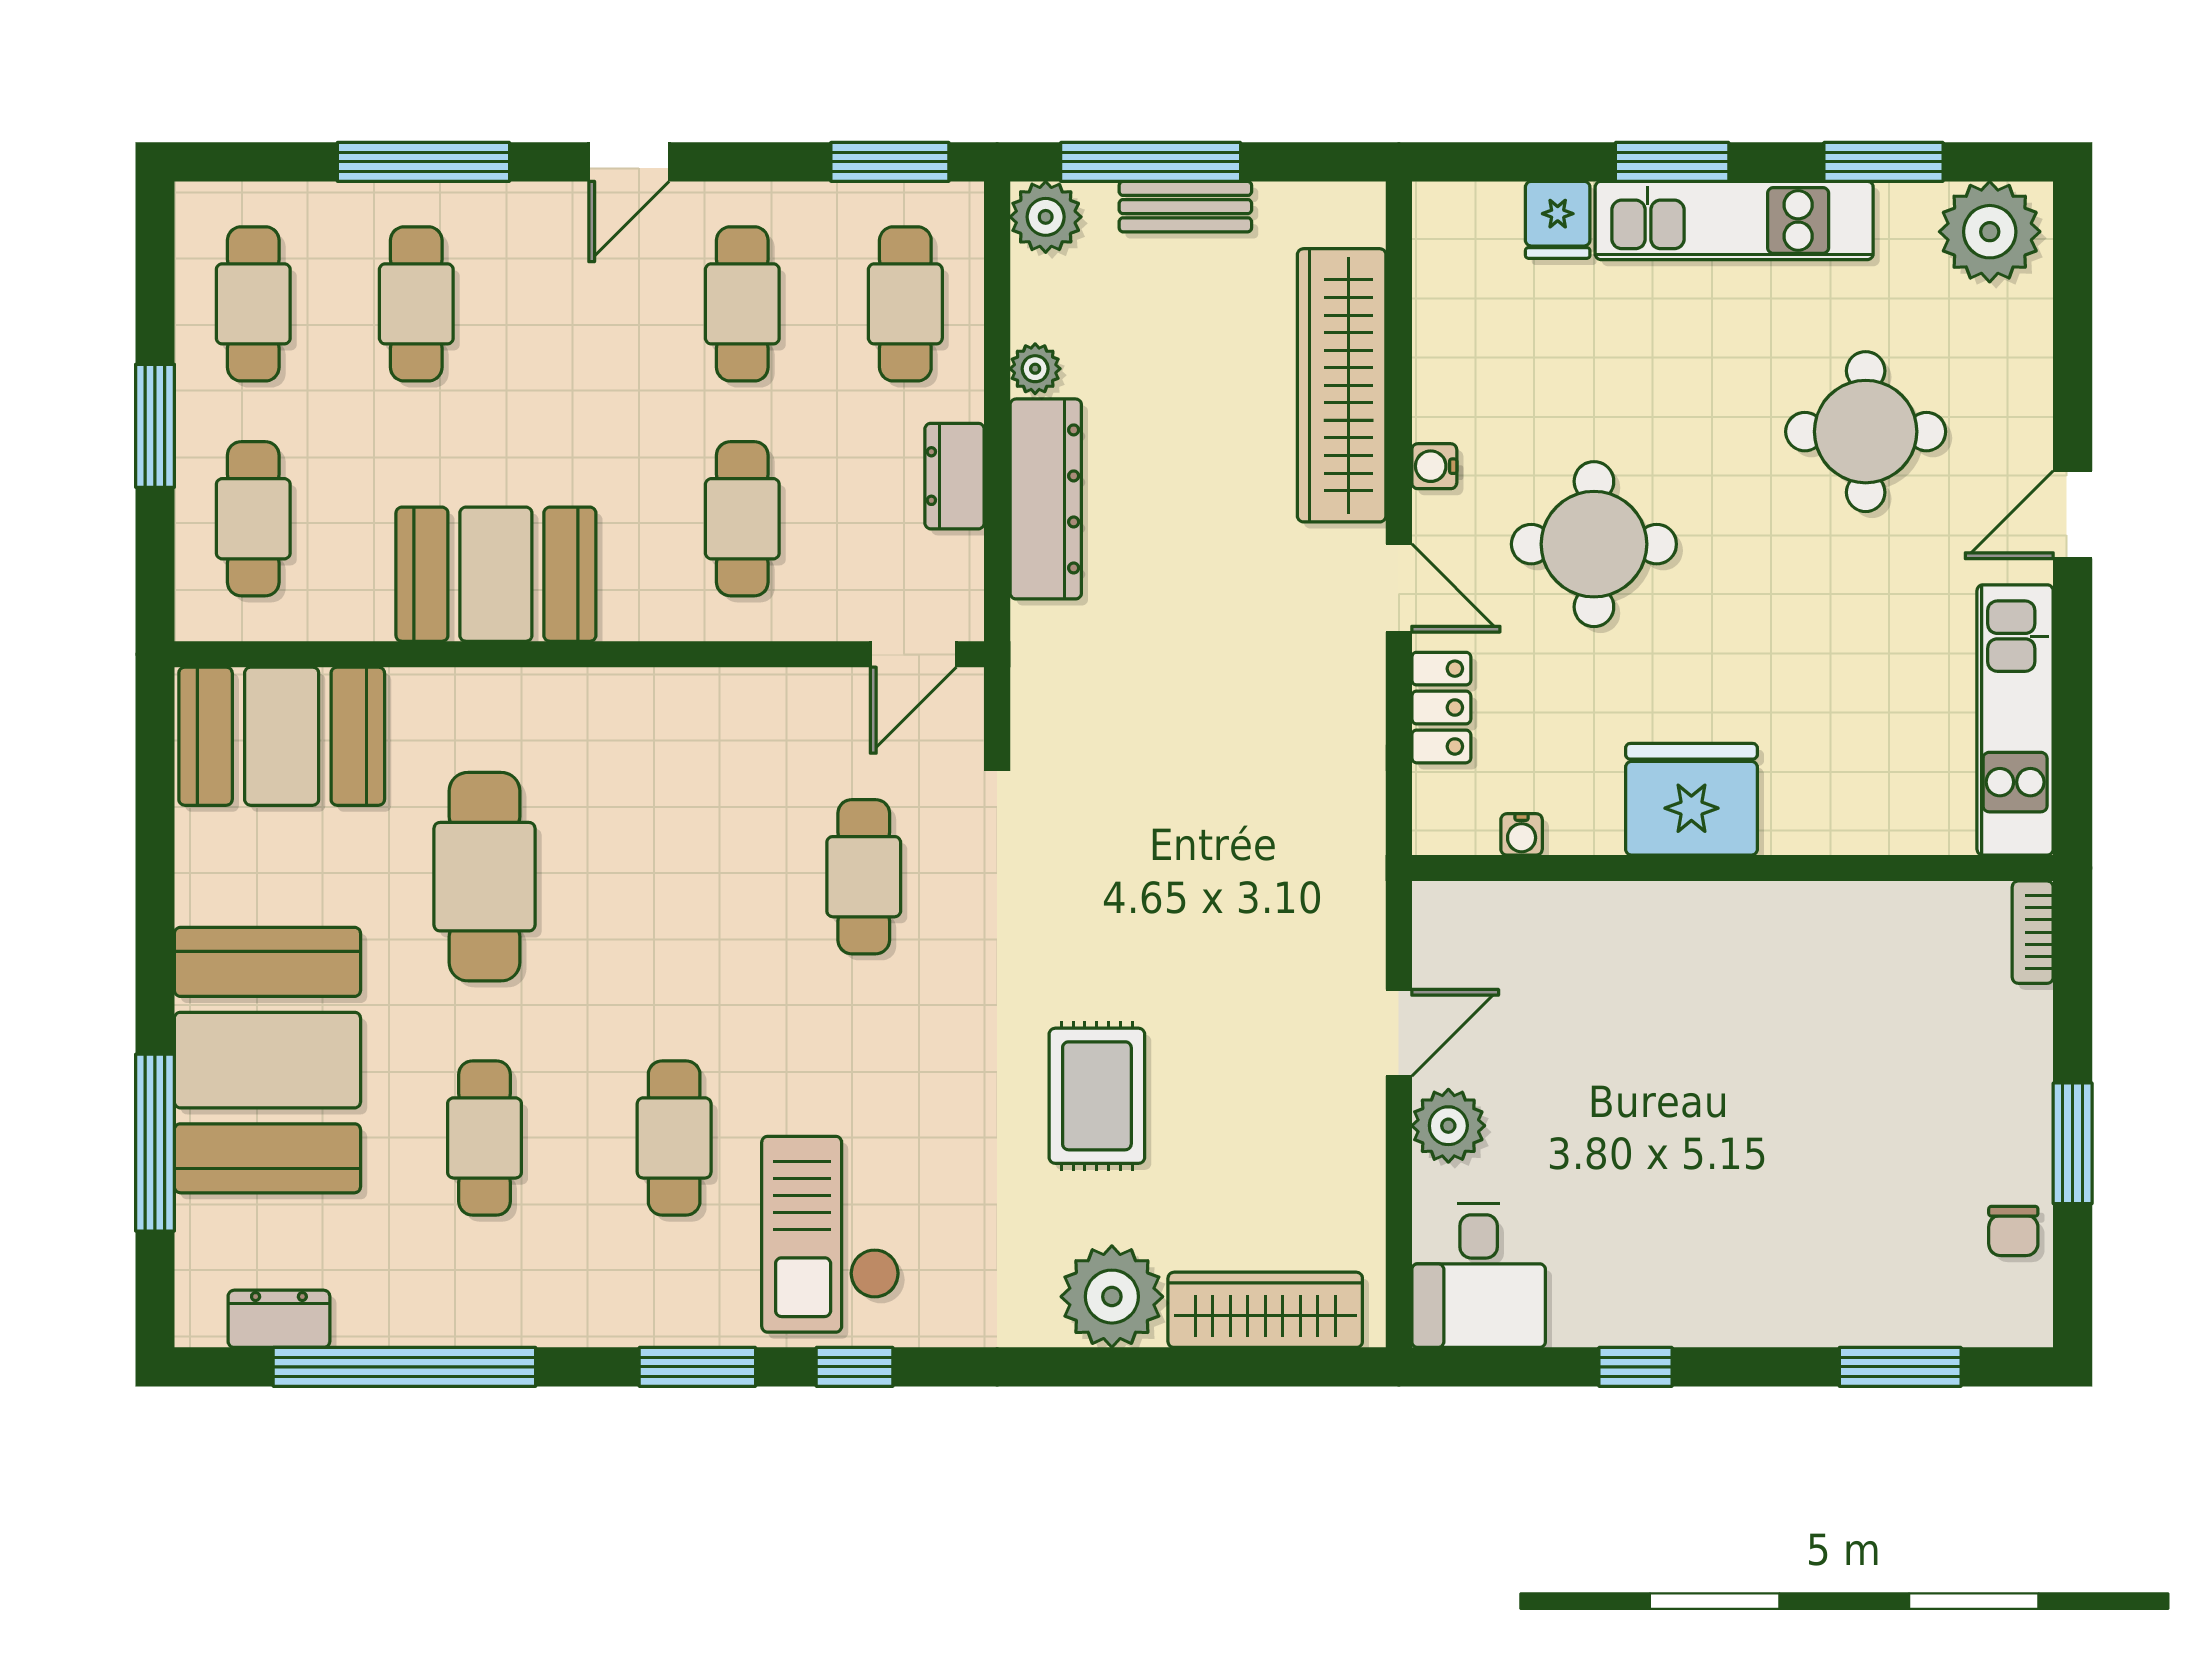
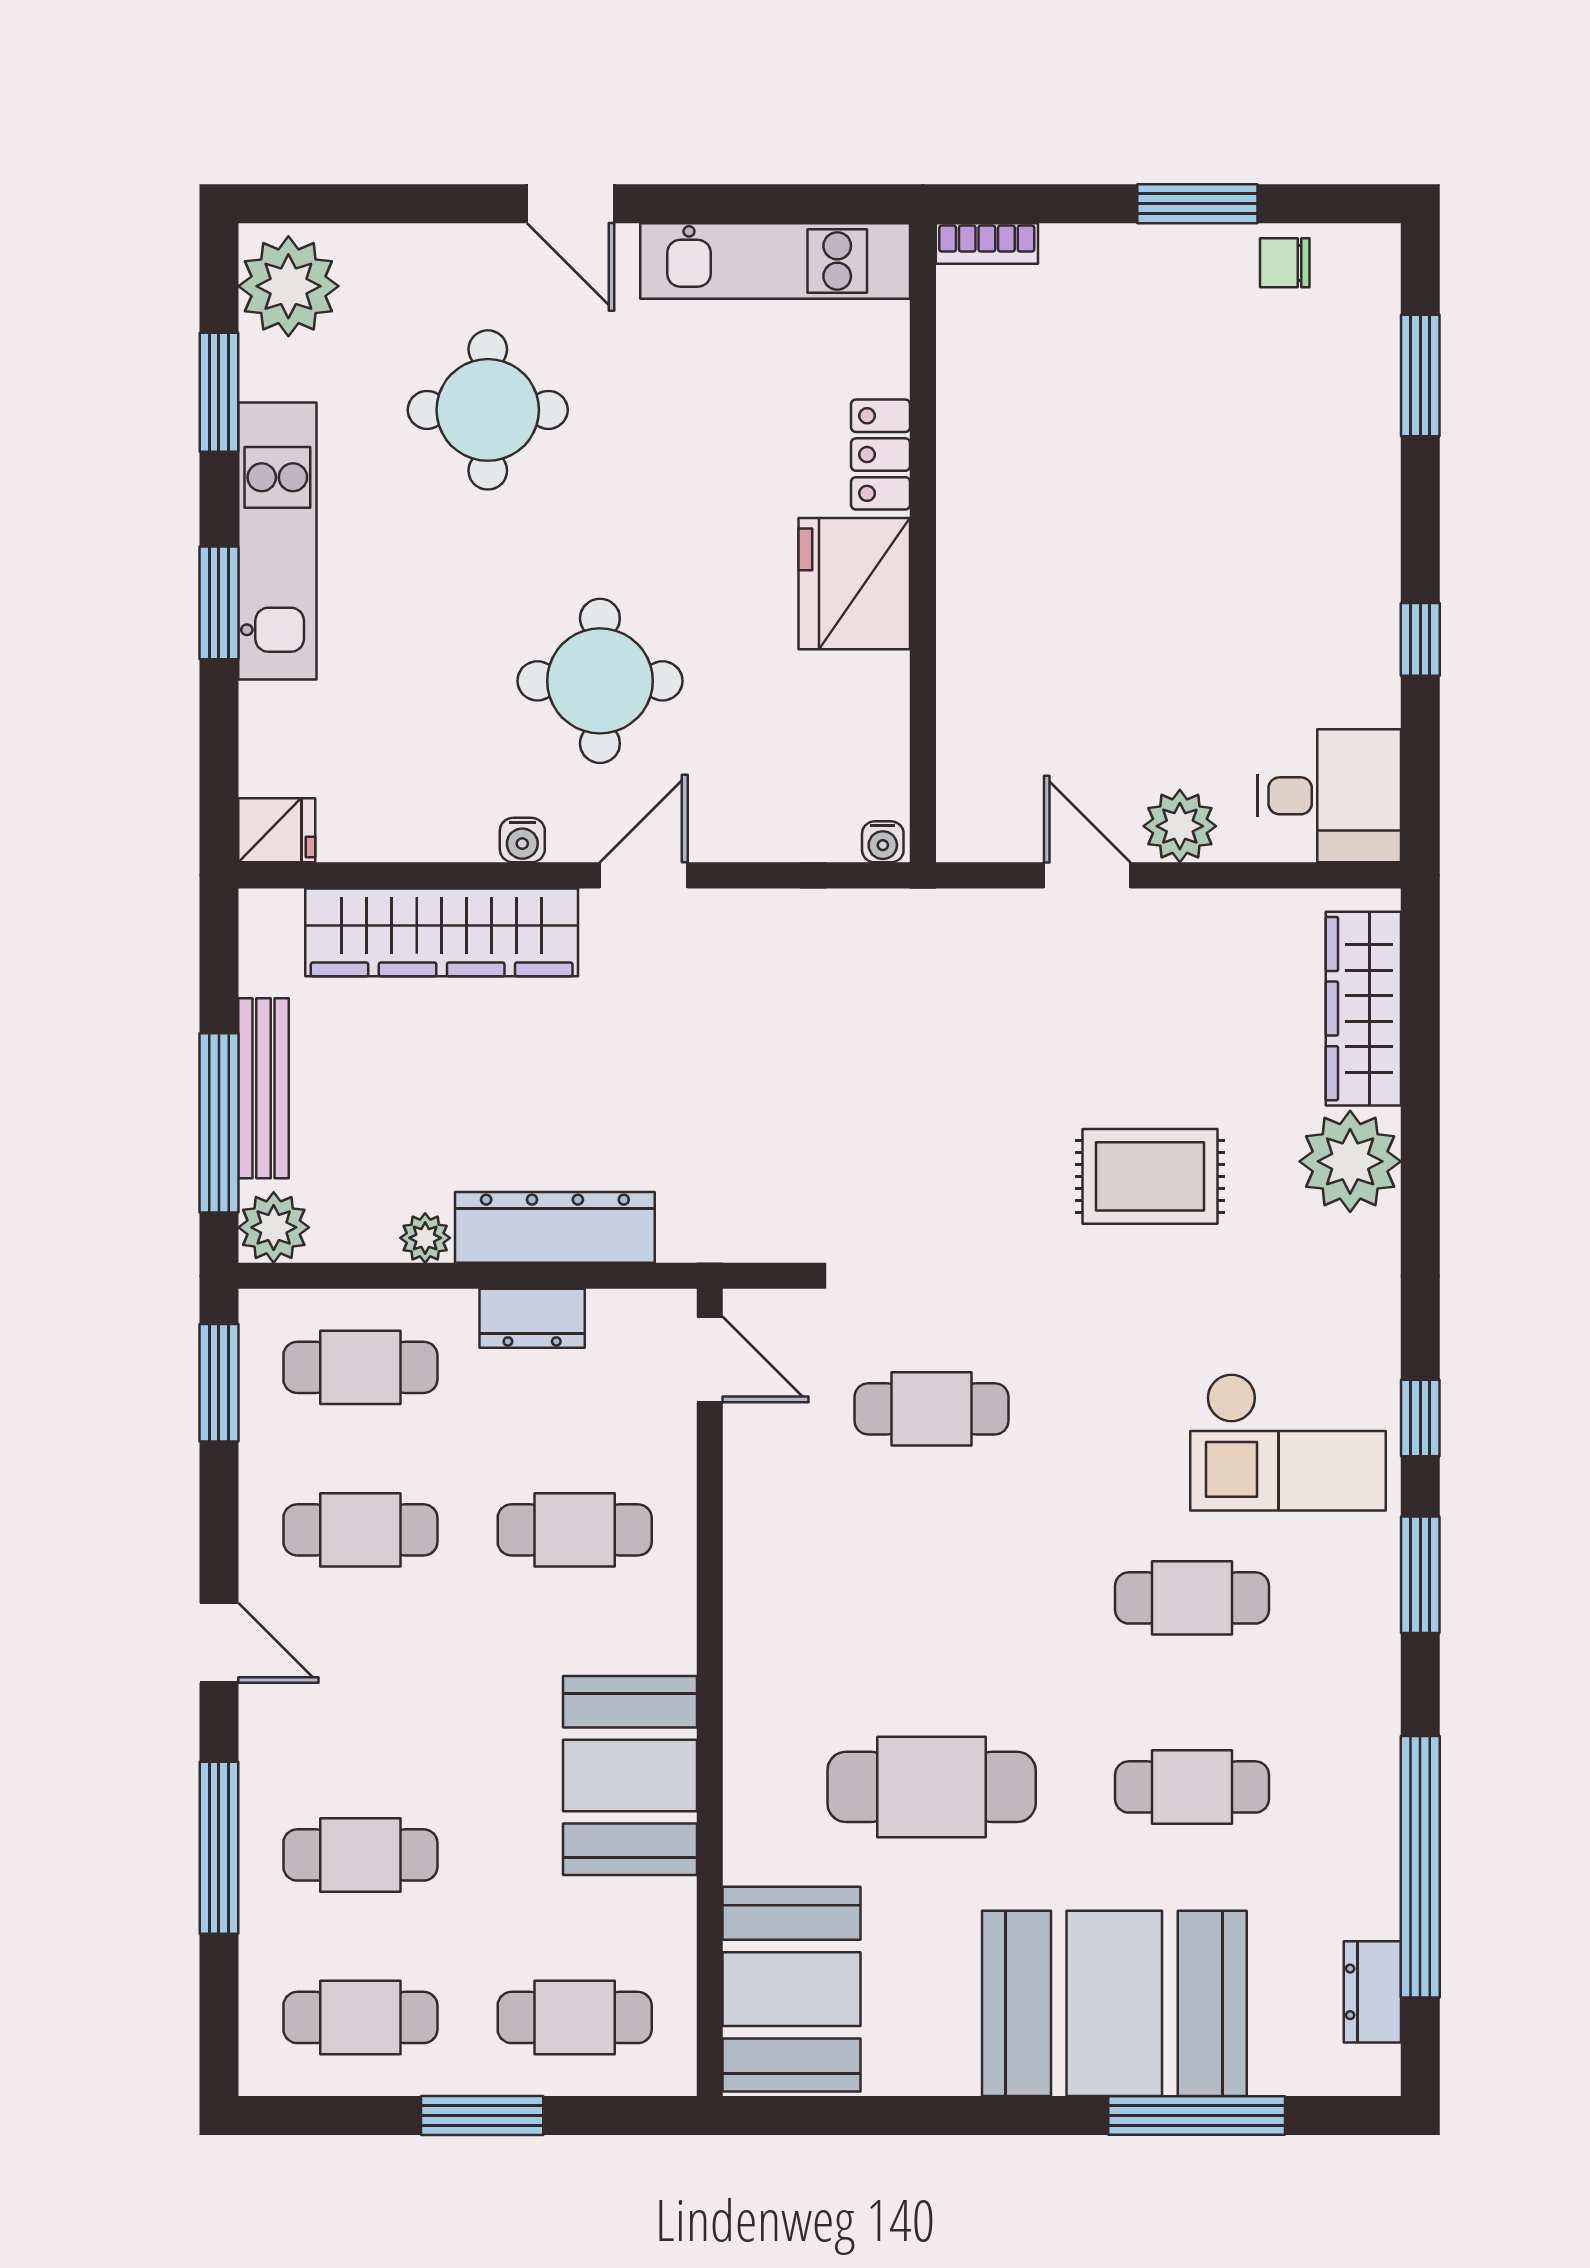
bench: (1185, 207) -> (263, 1088), width x1.36
fridge: (1558, 220) -> (277, 830), moved
locker: (1441, 708) -> (881, 455), moved, turned -90
water cooler: (1522, 834) -> (883, 842), moved, turned 90
chair: (2013, 1231) -> (1285, 263), turned 180

